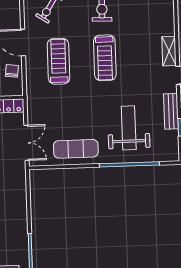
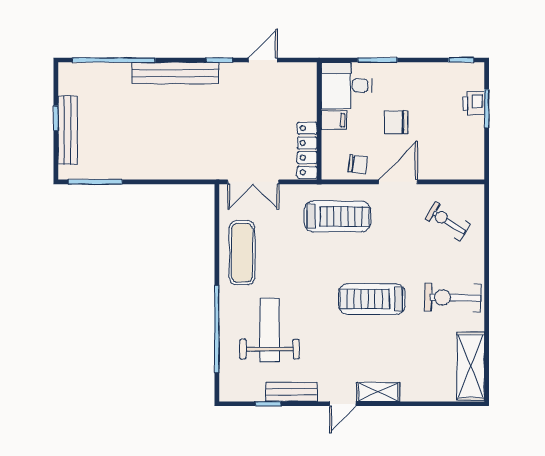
treadmill: (59, 61) -> (337, 216), moved
weight bench: (129, 128) -> (270, 330), turned -90

